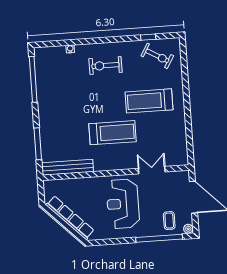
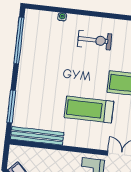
exercise bike: (105, 65) -> (95, 40), turned 180
treadmill: (112, 133) -> (89, 109), turned 180

